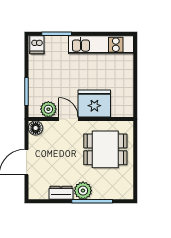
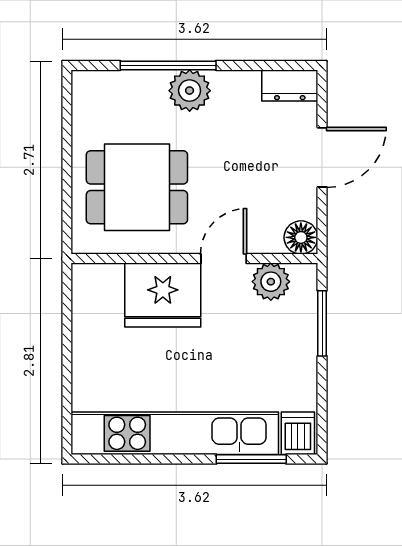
kitchen unit: (101, 45) -> (175, 433), width x1.36
door: (68, 119) -> (224, 259), swing flipped
dresser: (61, 193) -> (290, 85), moved

